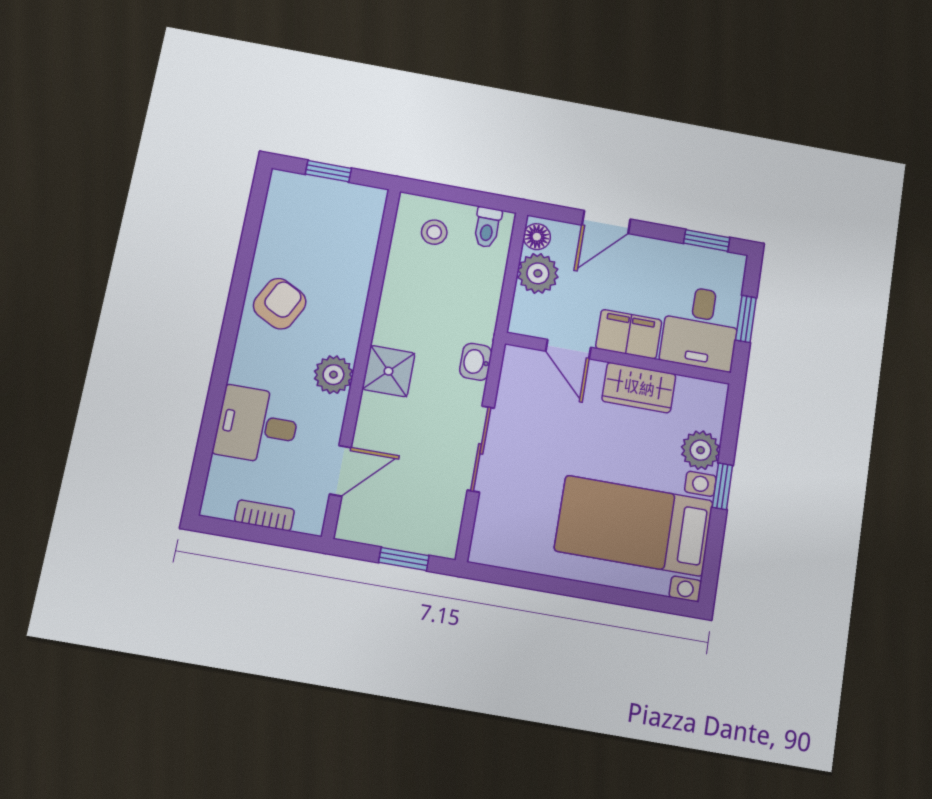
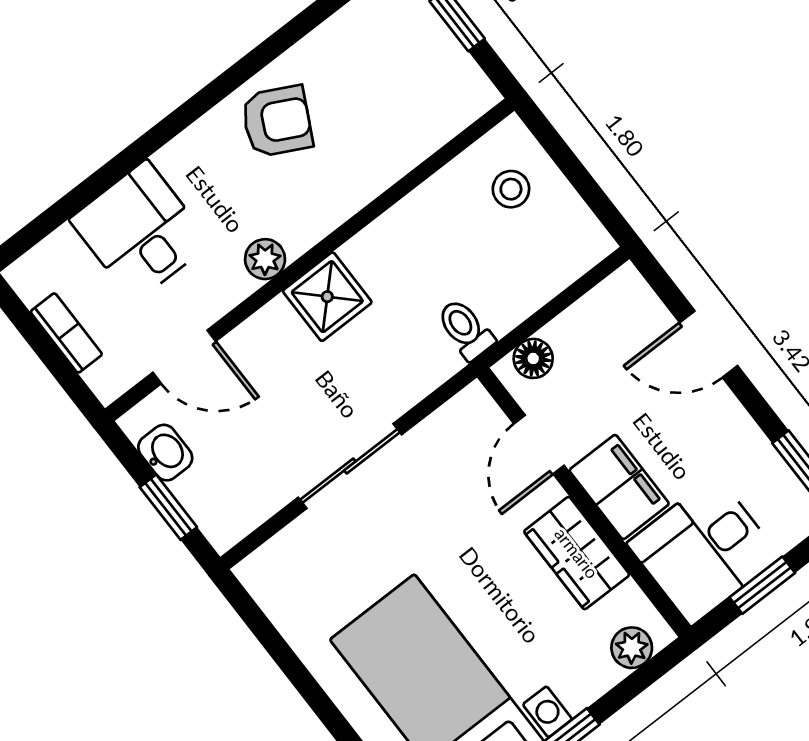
toilet: (487, 227) -> (465, 329), moved, turned 90
floor lamp: (537, 237) -> (533, 358), moved
plant: (538, 273) -> (582, 334), removed
washbasin: (476, 362) -> (165, 453), moved, turned 90
plant: (333, 375) -> (265, 259), width x0.73, depth x0.73
plant: (701, 450) -> (632, 648), moved, width x0.73, depth x0.73

